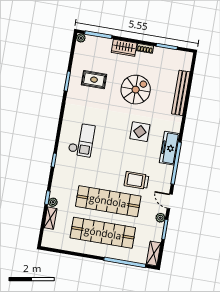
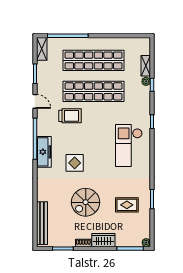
bench: (181, 93) -> (42, 223), moved
checkout: (82, 140) -> (129, 146), width x1.36, depth x1.21
plant: (160, 218) -> (41, 84), removed

